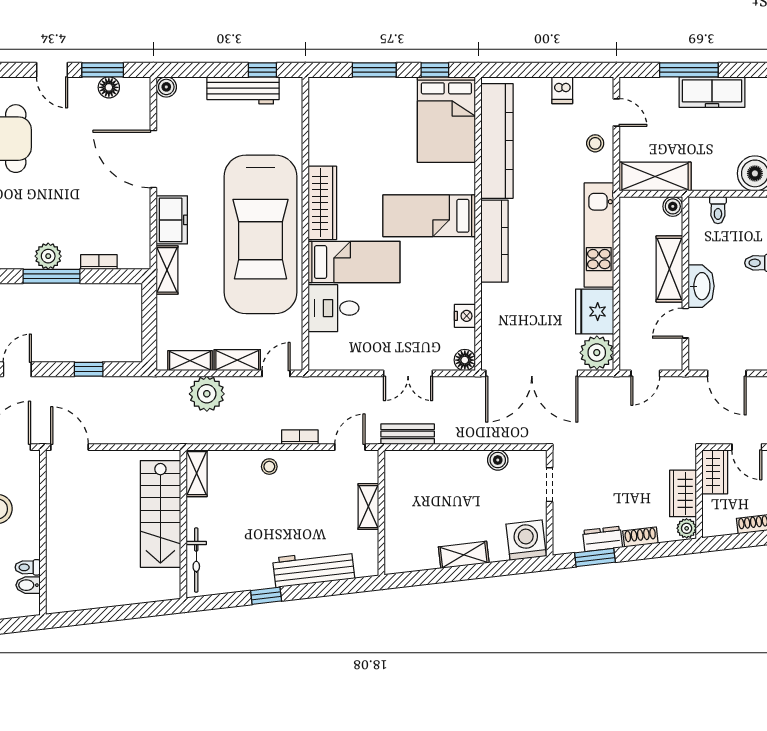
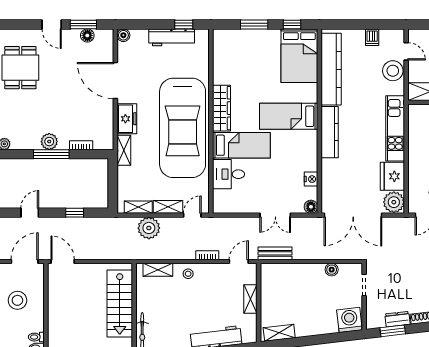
stool: (595, 143) -> (393, 71), width x1.89, depth x1.89
shelving: (197, 473) -> (158, 270), moved, turned 90
shelving: (464, 555) -> (279, 333), moved

